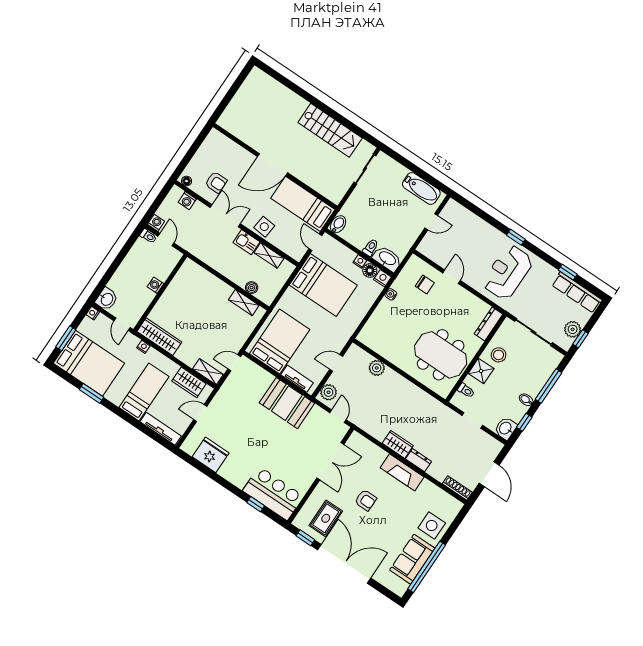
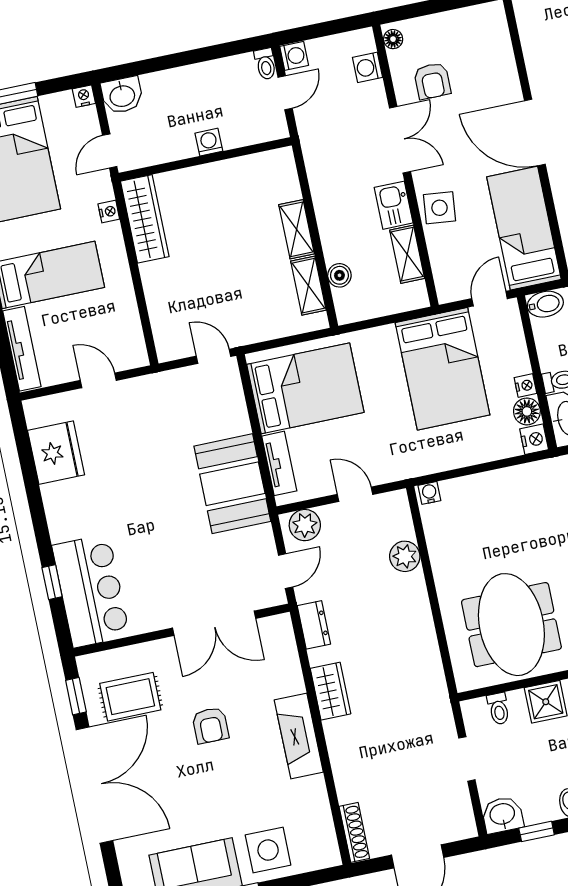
water cooler: (391, 294) -> (429, 493), moved
shelving: (208, 372) -> (297, 229), moved
wardrobe: (189, 382) -> (124, 322), removed
dresser: (419, 460) -> (314, 625), moved

